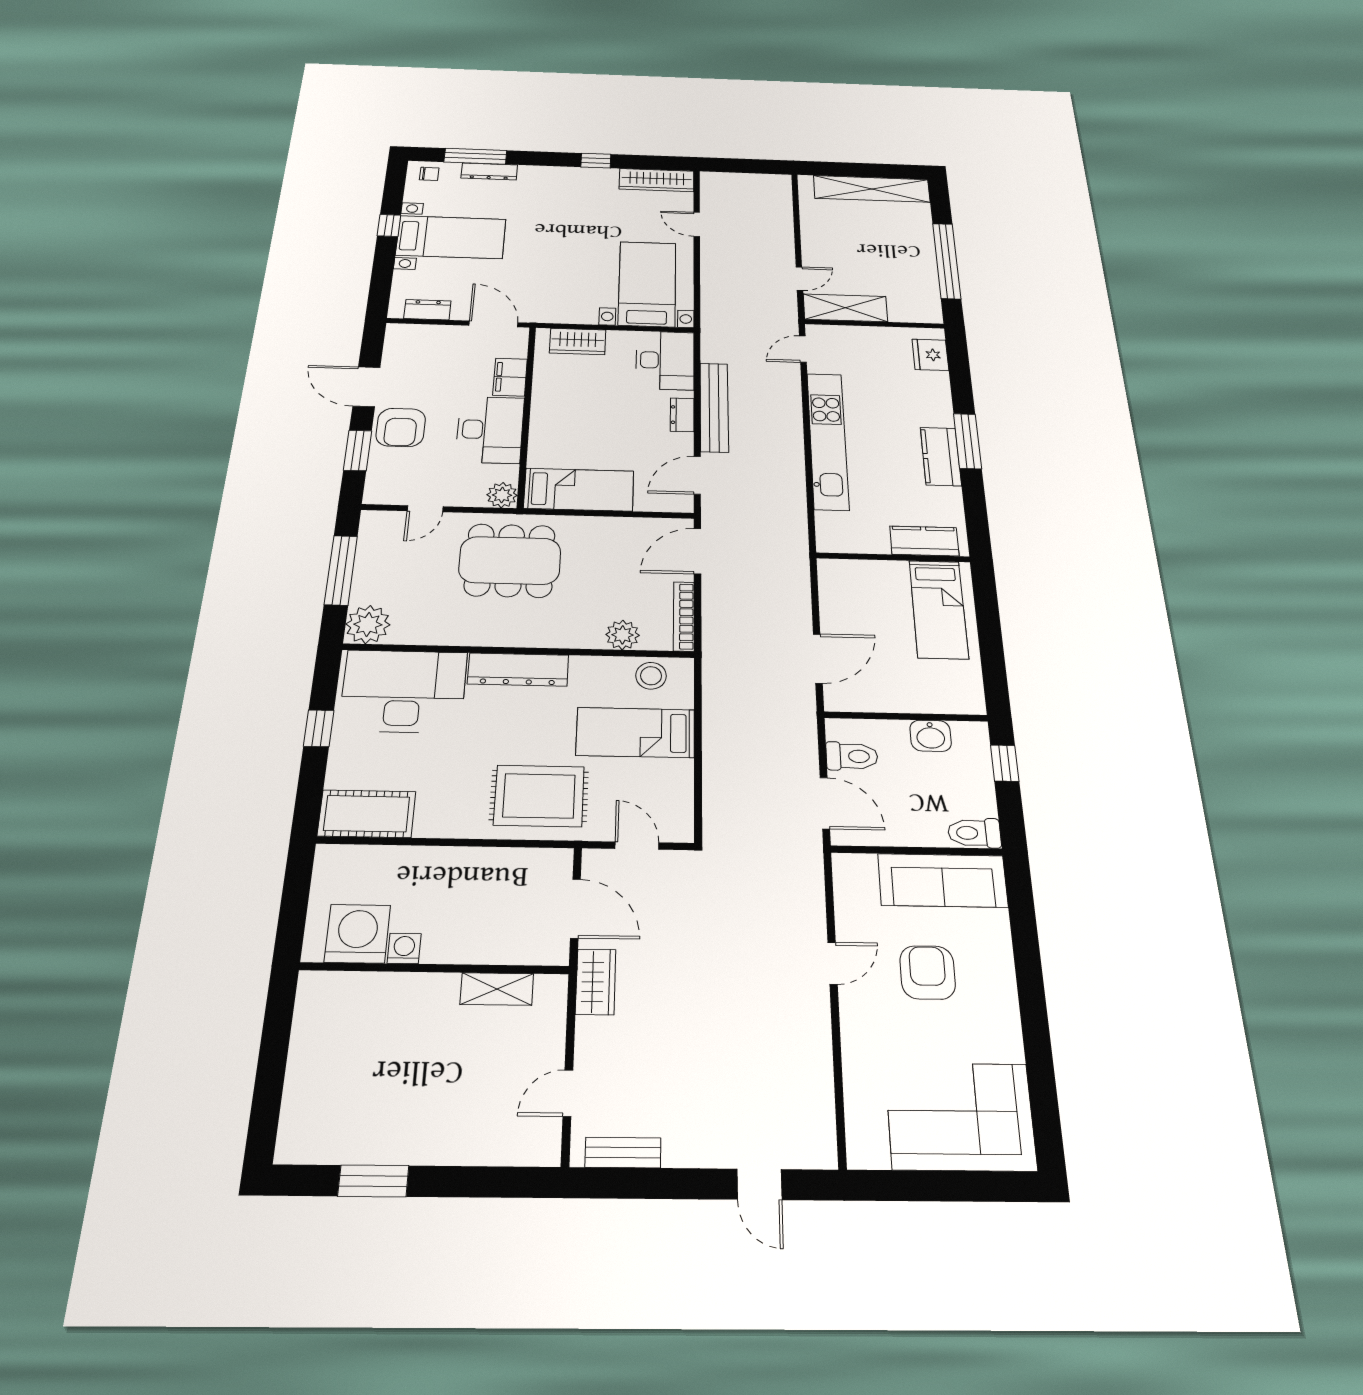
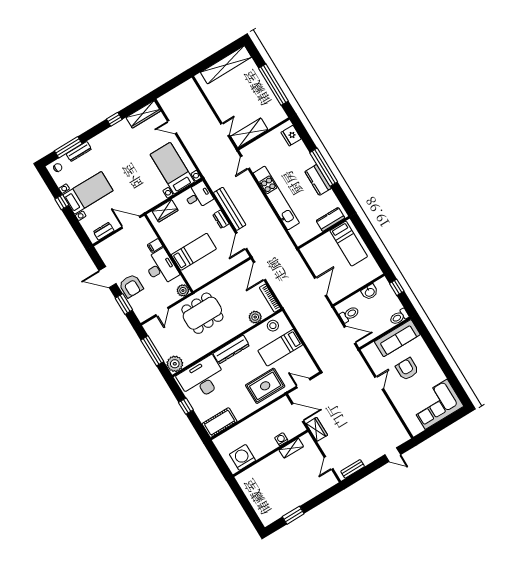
desk: (665, 360) -> (198, 196), width x0.73
filing cabinet: (510, 377) -> (155, 246), width x0.50
window: (967, 441) -> (324, 167), width x1.46
bed: (579, 490) -> (194, 252), moved
washing machine: (404, 948) -> (281, 439), moved

